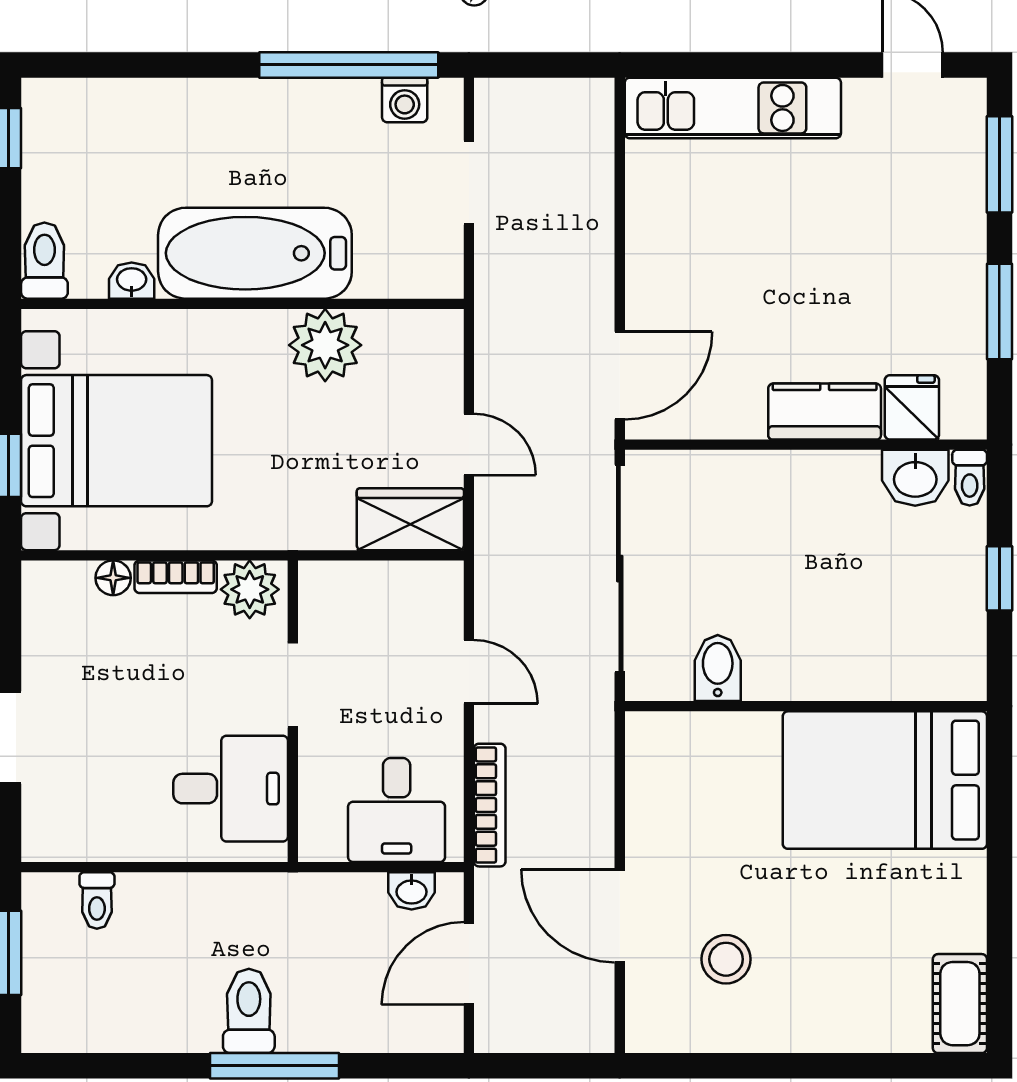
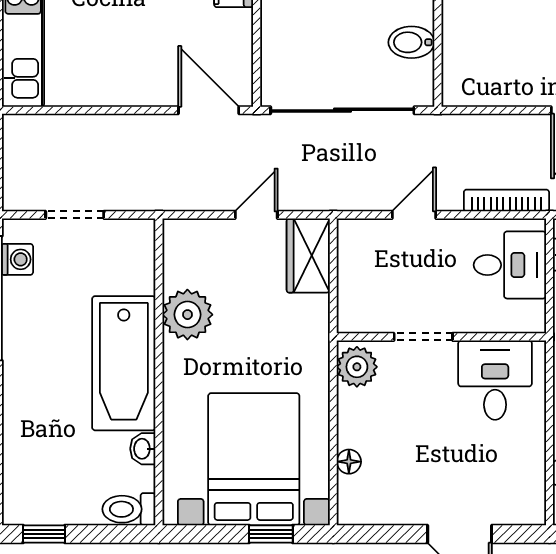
bookcase: (176, 577) -> (348, 418), removed

